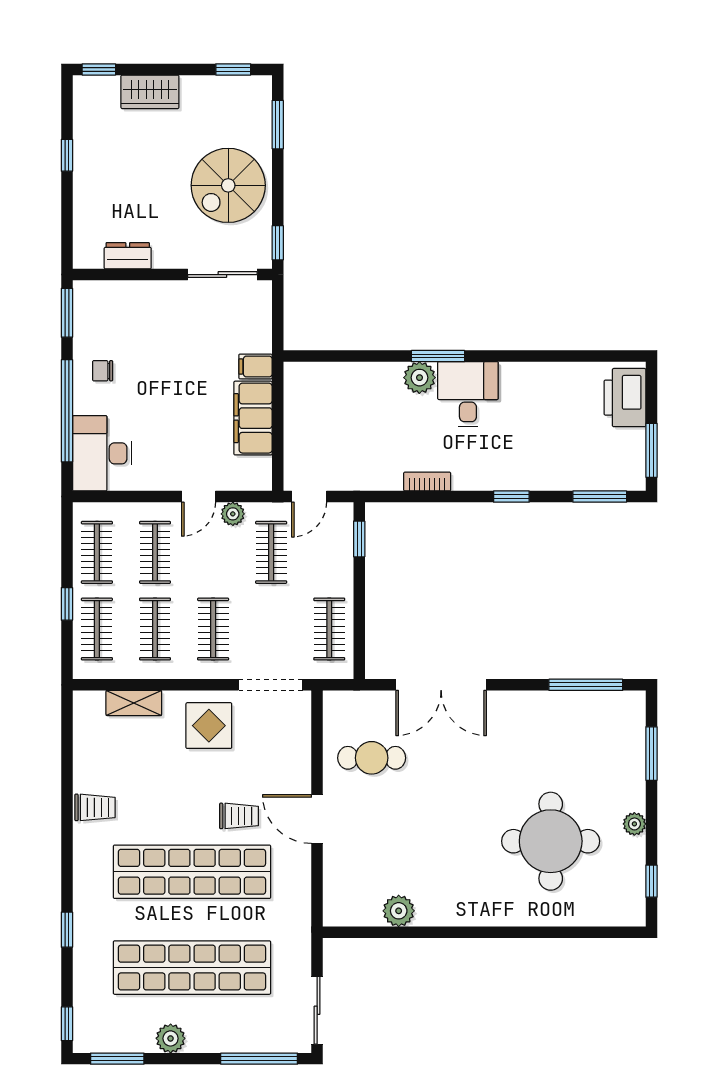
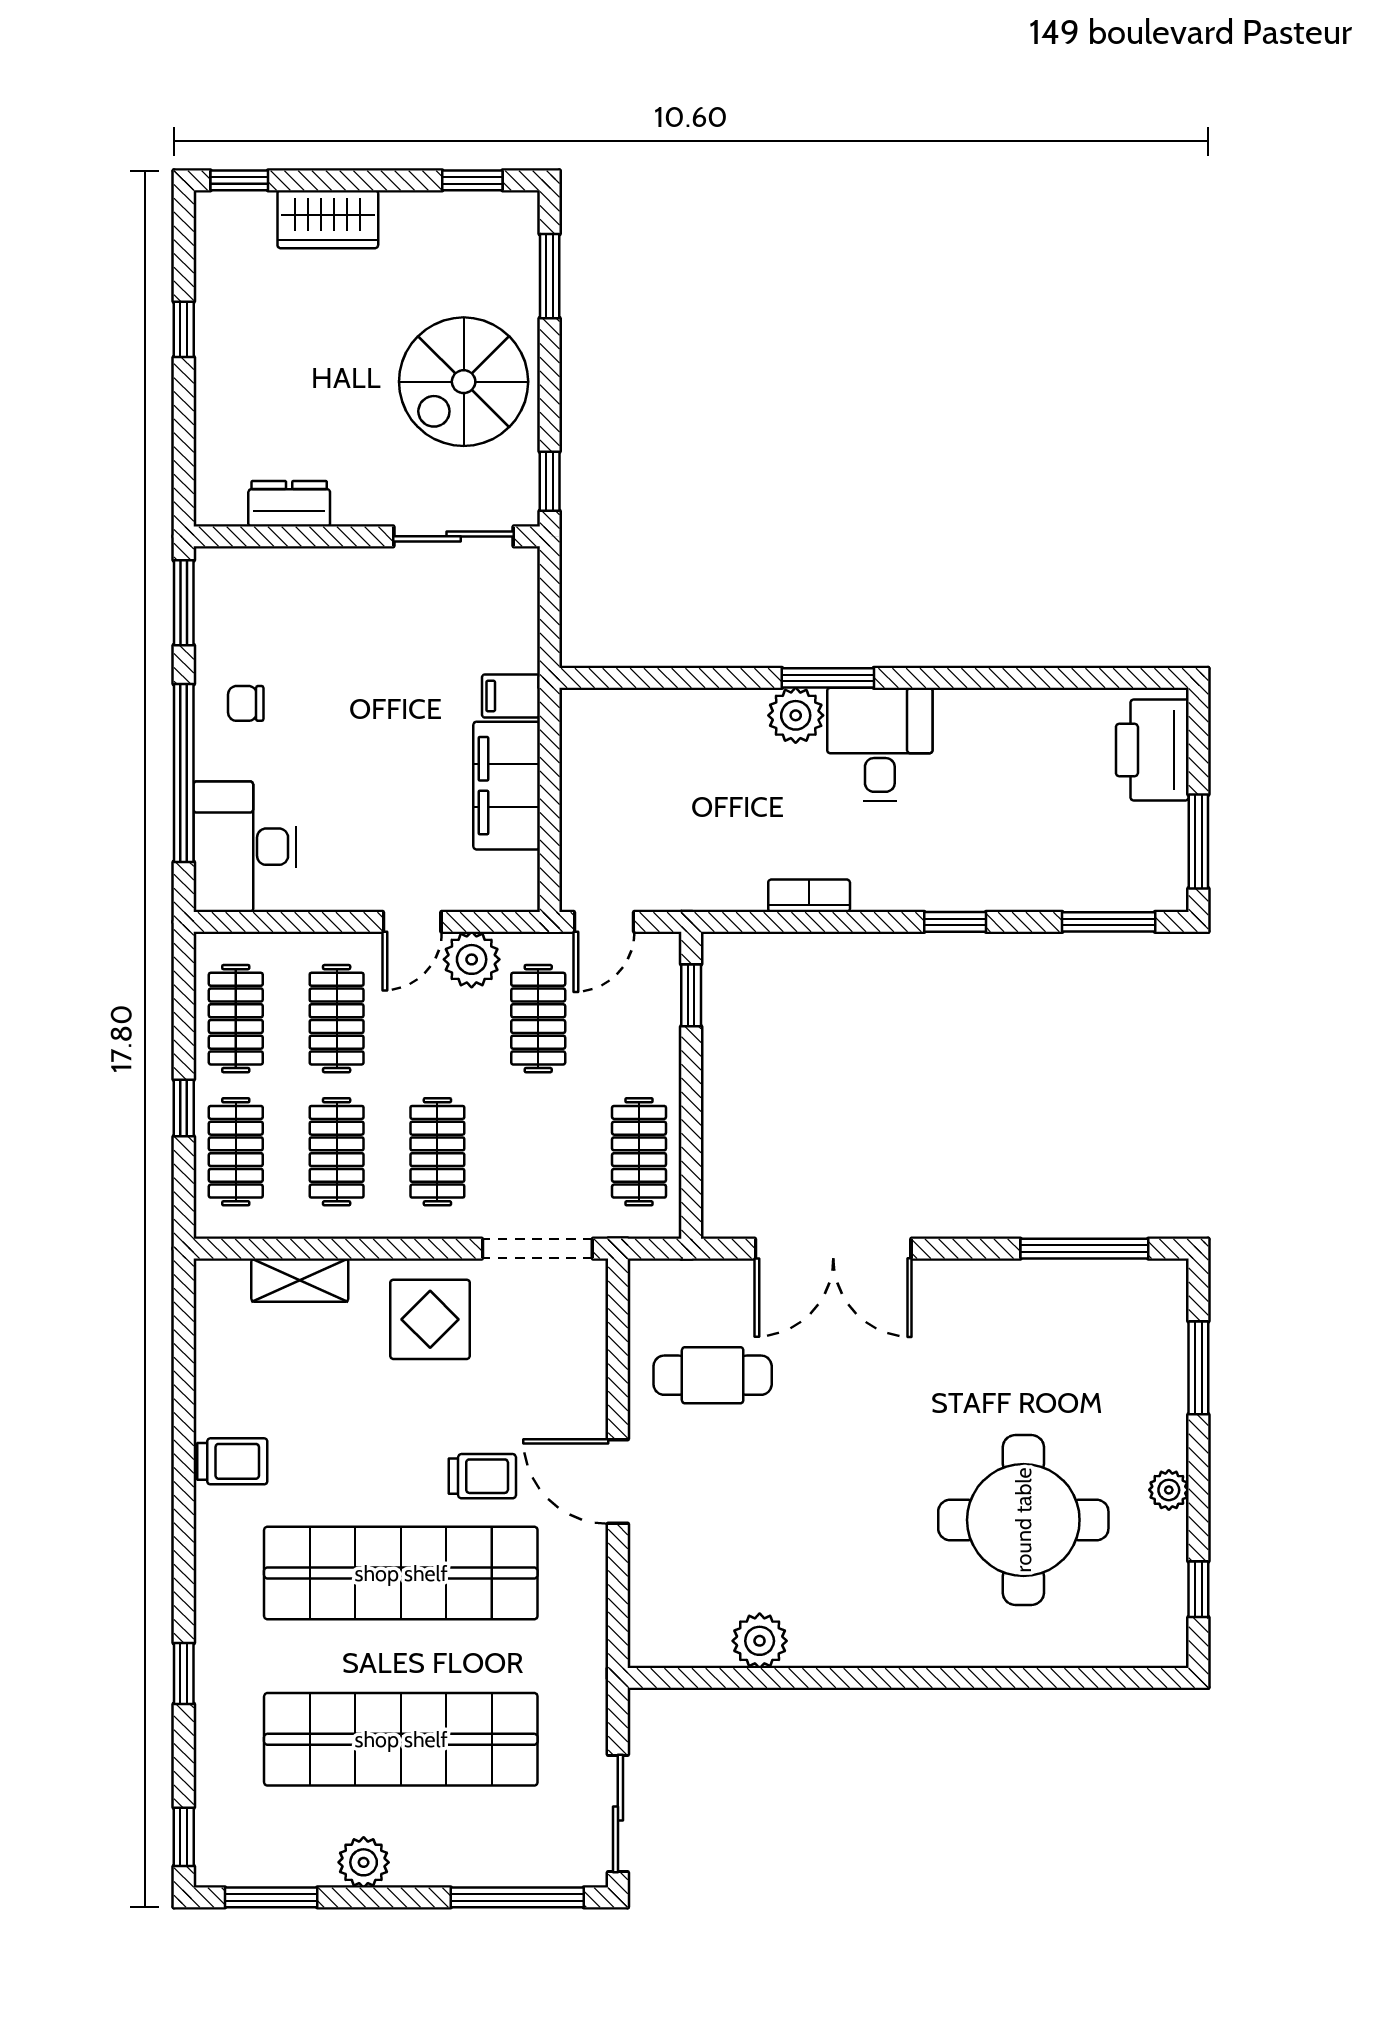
plant: (233, 514) -> (472, 959), width x1.38, depth x1.38

